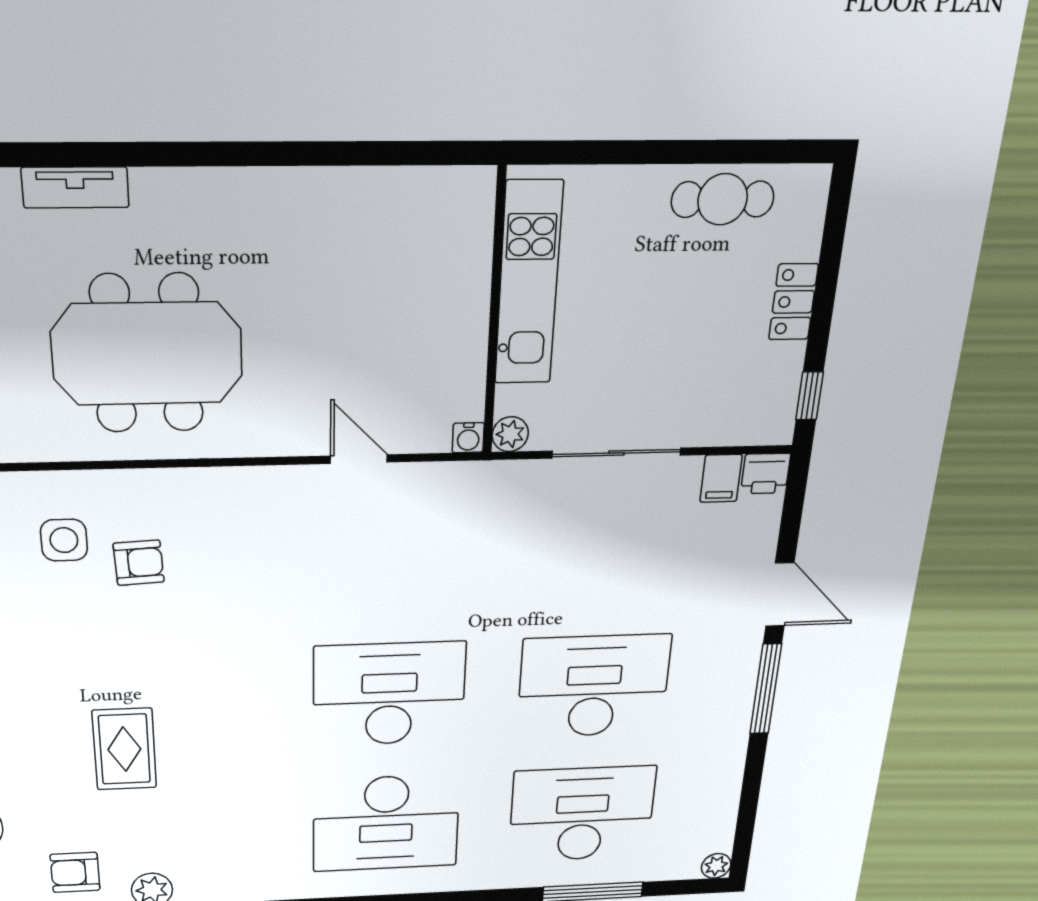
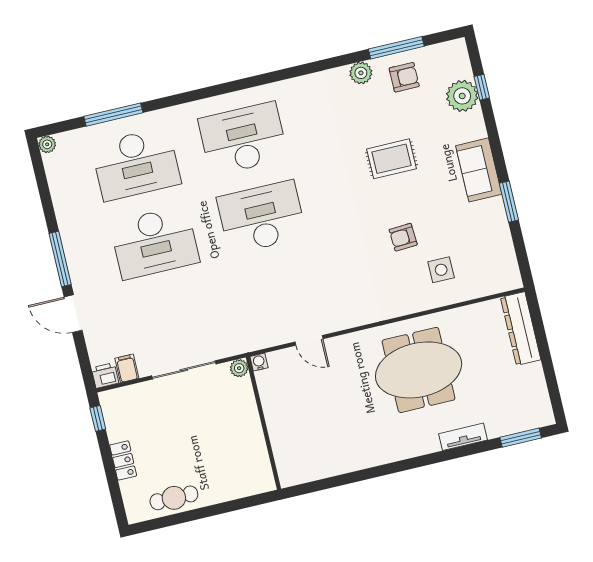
kitchen unit: (528, 284) -> (252, 441), removed
armchair: (139, 563) -> (403, 237), moved
desk: (389, 694) -> (262, 217), turned 180
rug: (124, 749) -> (392, 159), turned 90

